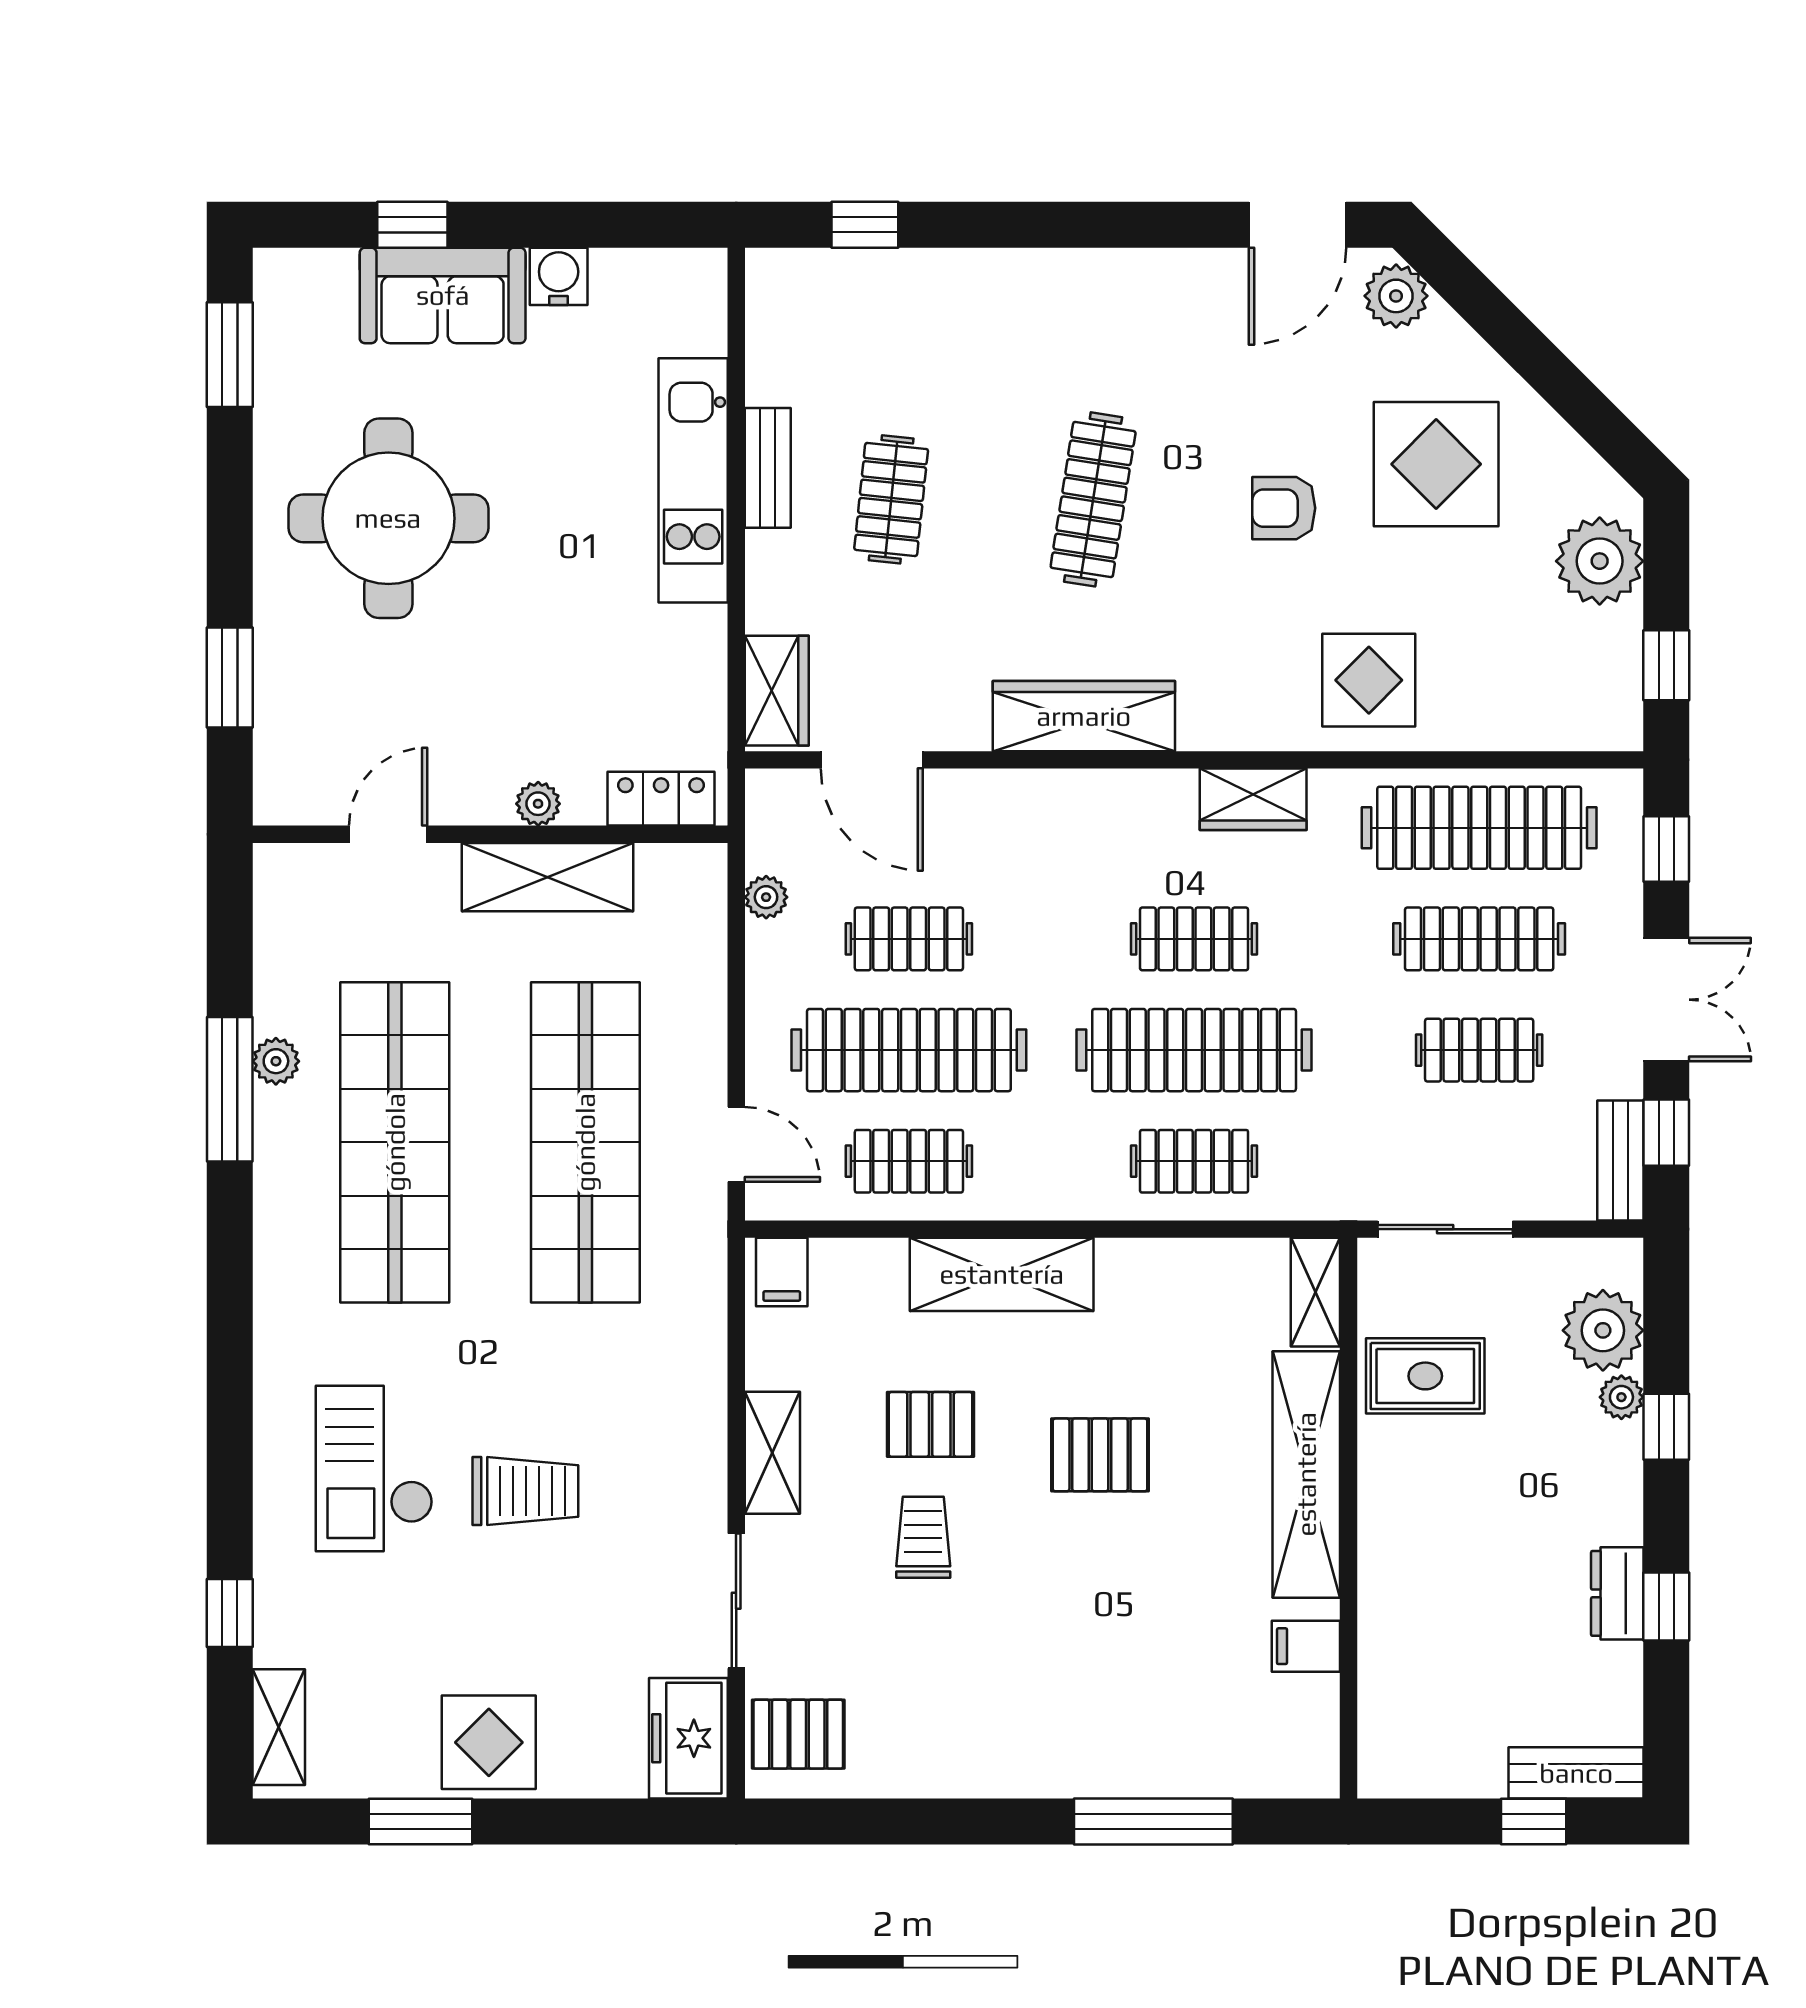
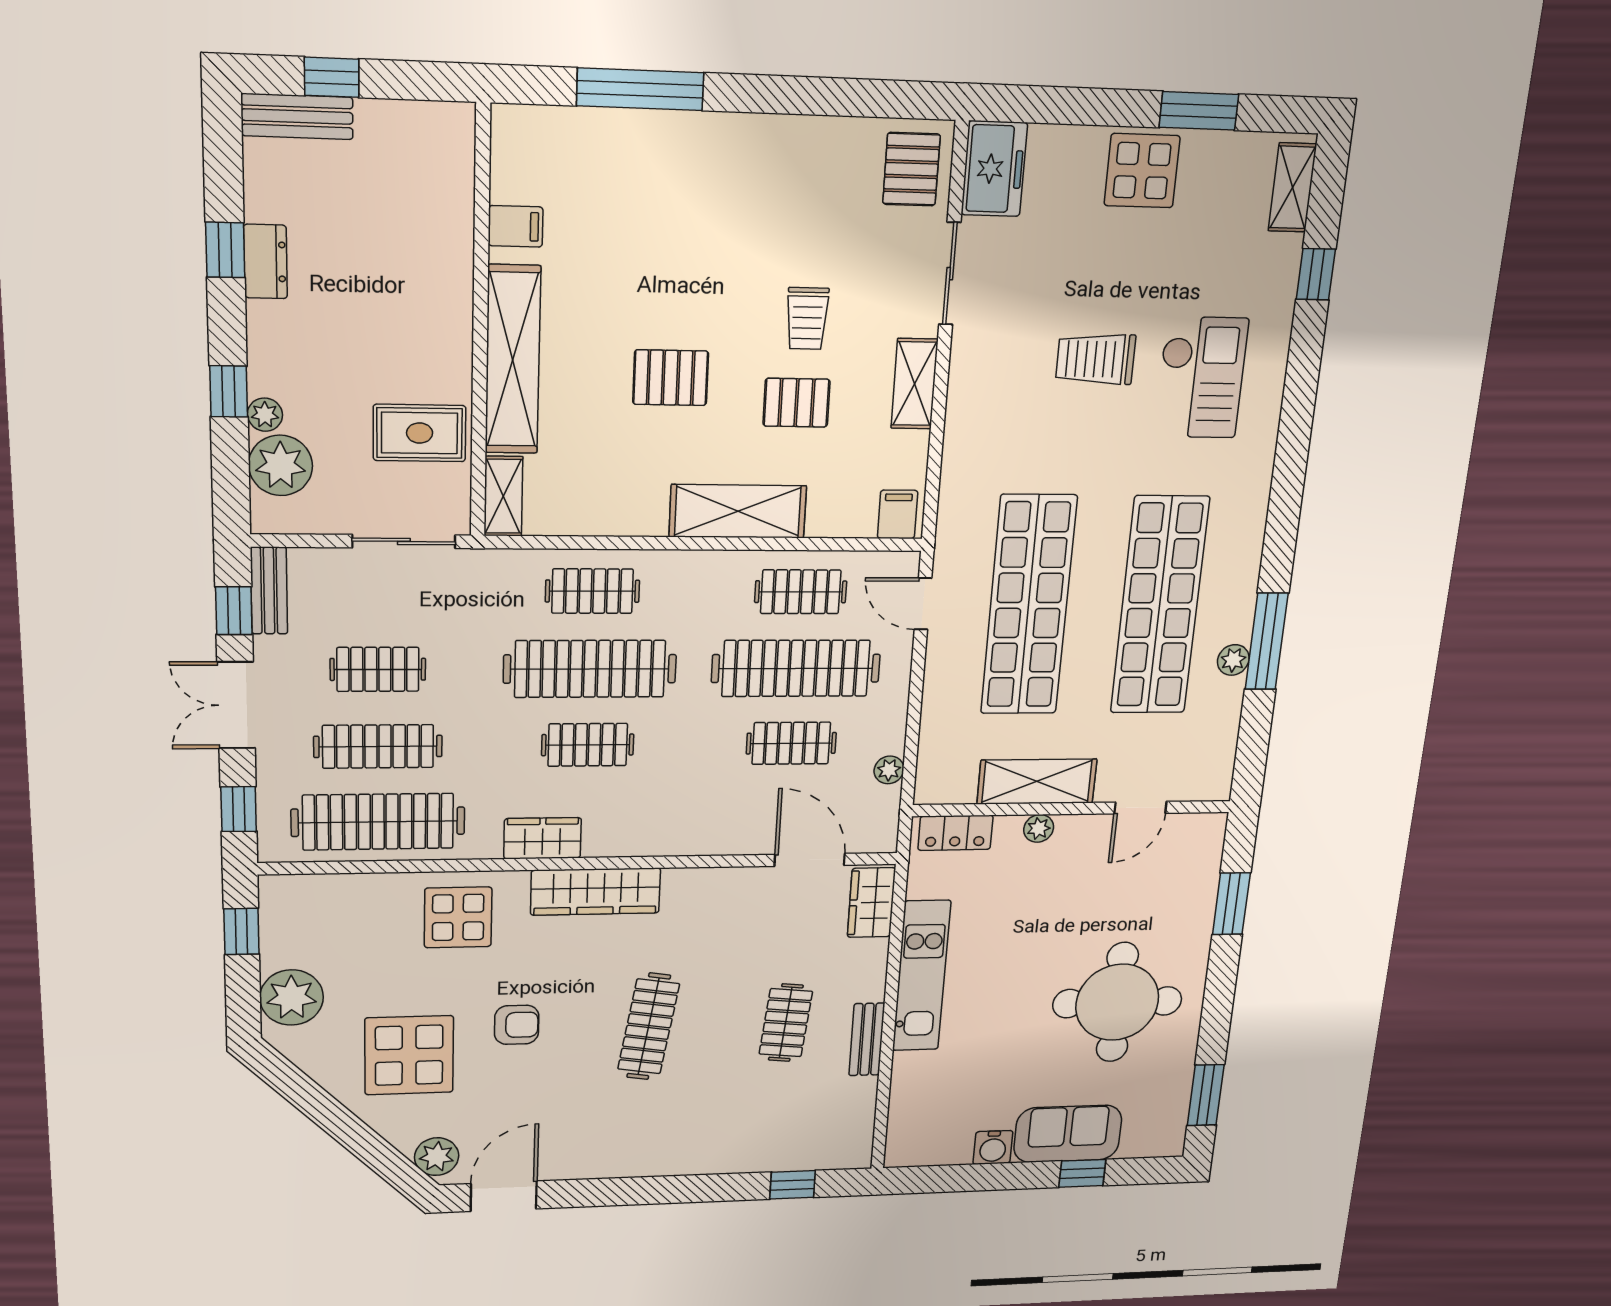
kitchen unit: (693, 480) -> (921, 976), moved
wardrobe: (1084, 716) -> (596, 892), moved
pallet: (798, 1734) -> (911, 169), turned 90

